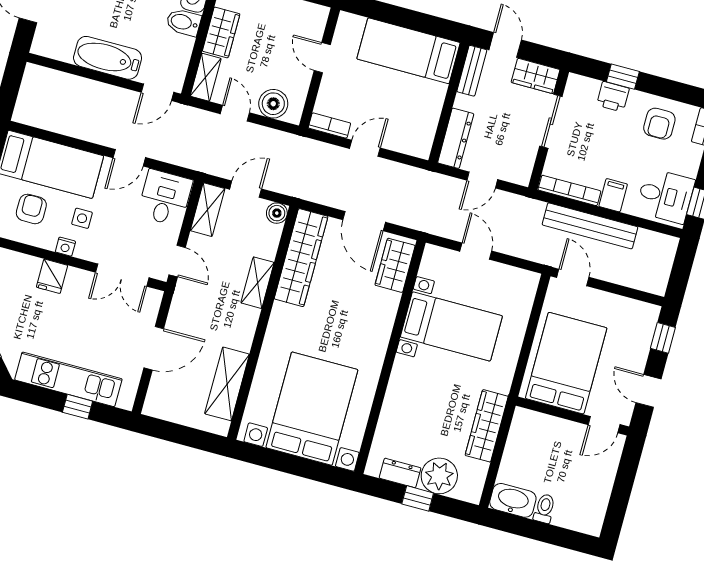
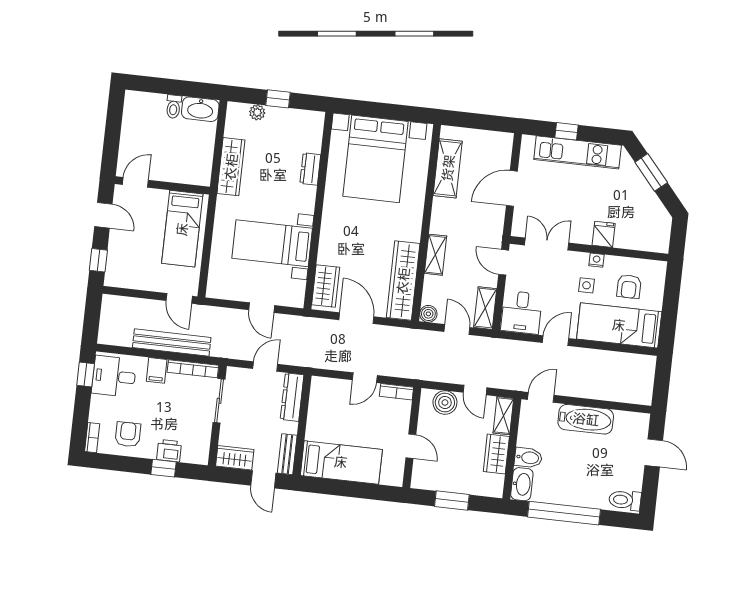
sliding door: (551, 121) -> (219, 401), moved
door: (246, 189) -> (457, 330), swing flipped
bed: (566, 363) -> (182, 229), width x0.67
dresser: (400, 473) -> (310, 169), moved, turned 90
plant: (439, 476) -> (257, 112), width x0.53, depth x0.53

